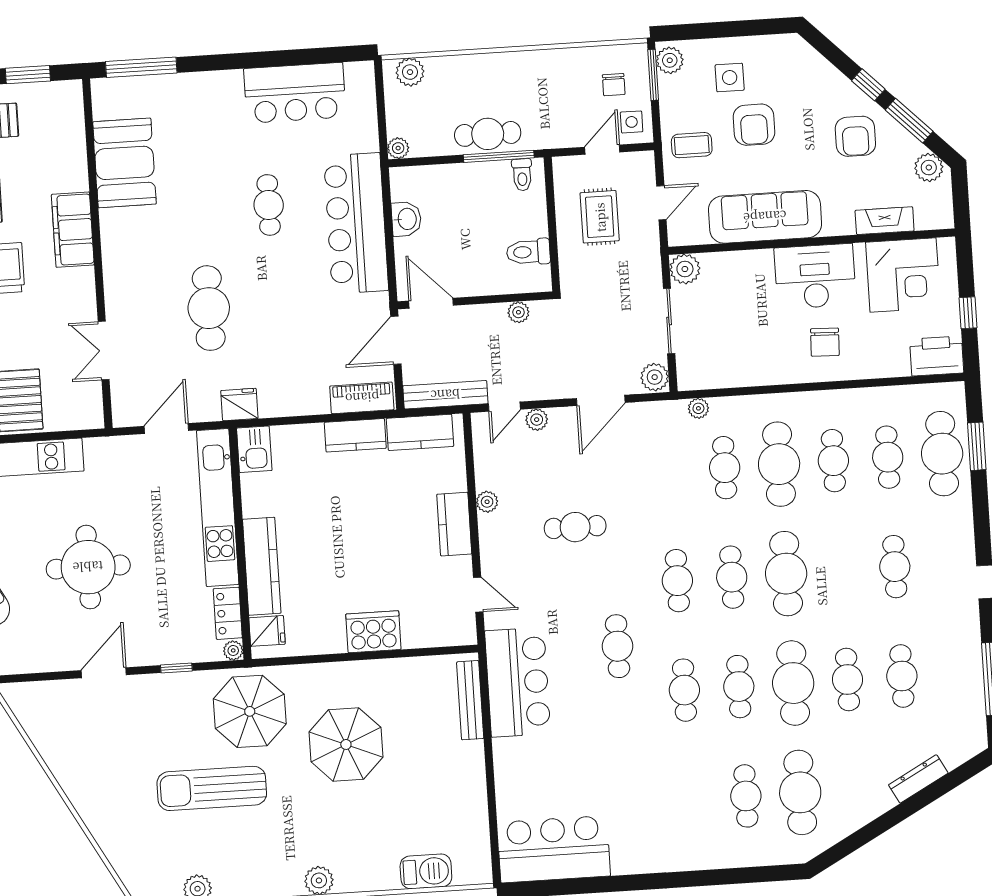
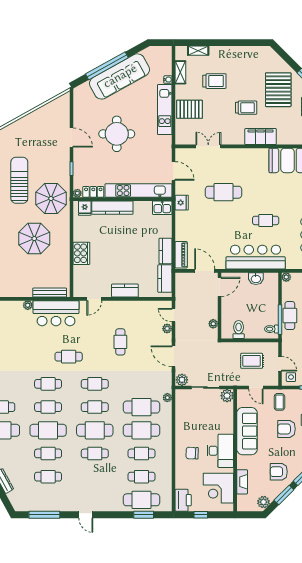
bench: (445, 395) -> (180, 290), removed
cafe table: (725, 468) -> (141, 407), width x1.37, depth x1.35
plant: (487, 502) -> (28, 305), moved
cafe table: (895, 567) -> (95, 453), moved

